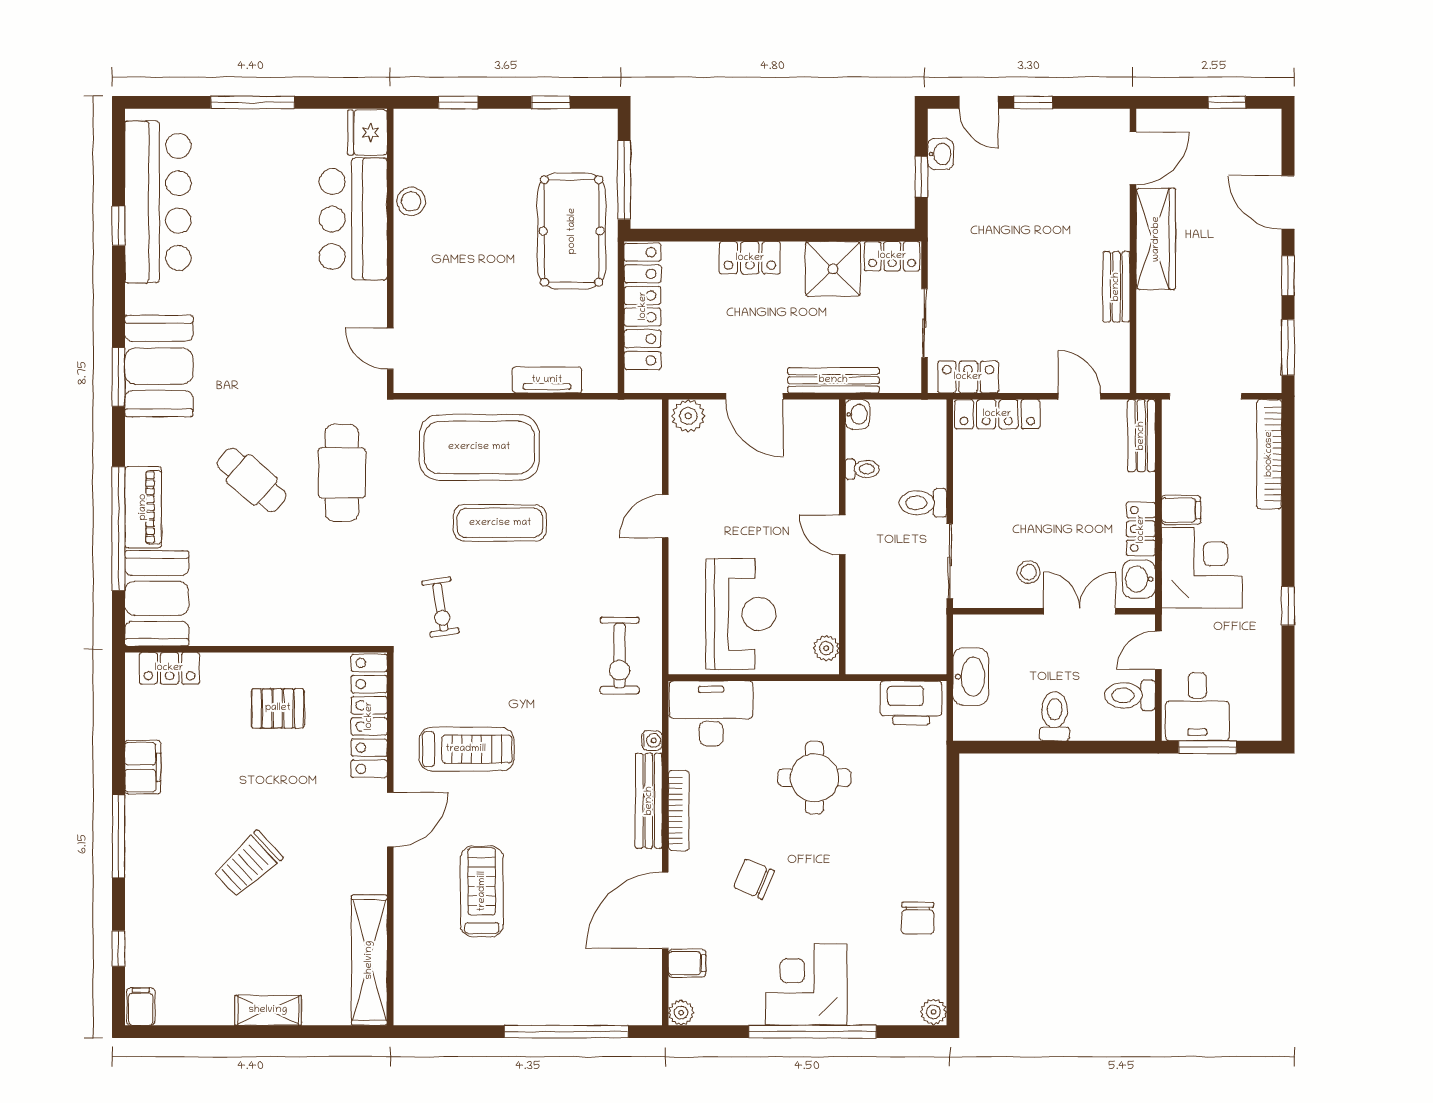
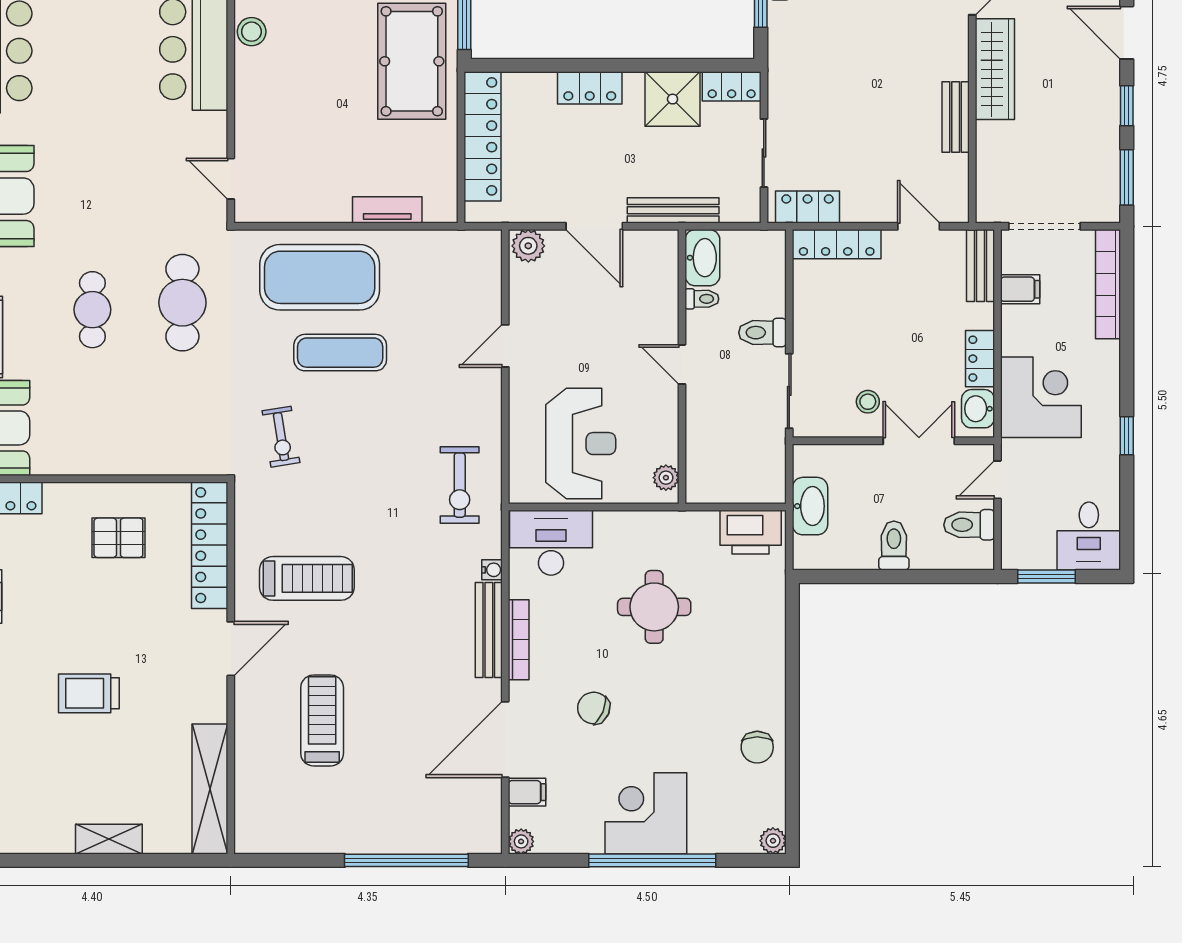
washbasin: (857, 414) -> (702, 258), width x1.91, depth x1.45
cafe table: (252, 480) -> (92, 310), turned 49
filing cabinet: (1181, 510) -> (1020, 289), moved
desk: (1197, 707) -> (1089, 536), moved
trolley: (248, 864) -> (89, 693), turned 43

